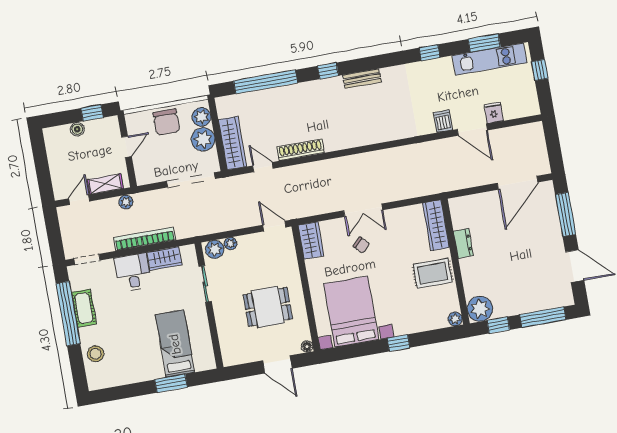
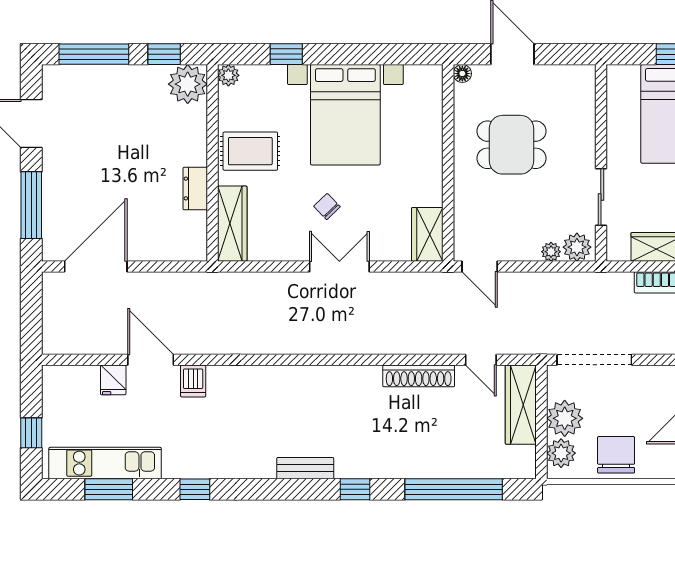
chair: (361, 245) -> (327, 207), moved
bed with nightstands: (351, 312) -> (345, 115), moved
window: (399, 343) -> (286, 54), moved

